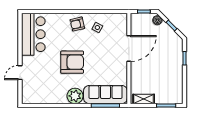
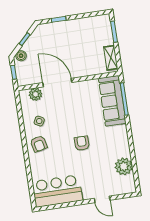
plant: (121, 28) -> (35, 94), added
armchair: (72, 62) -> (82, 143), width x0.53, depth x0.53
plant: (75, 96) -> (124, 166), moved

